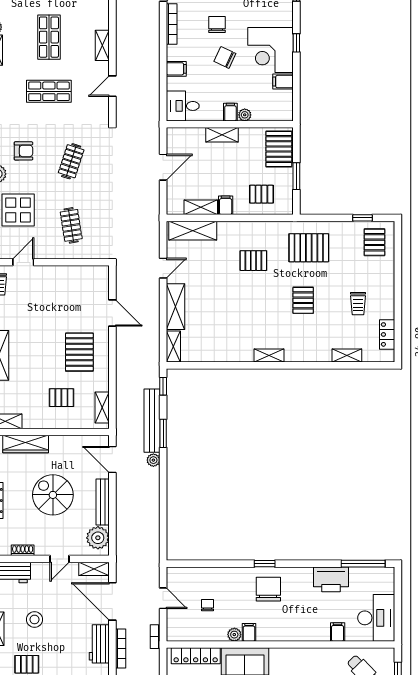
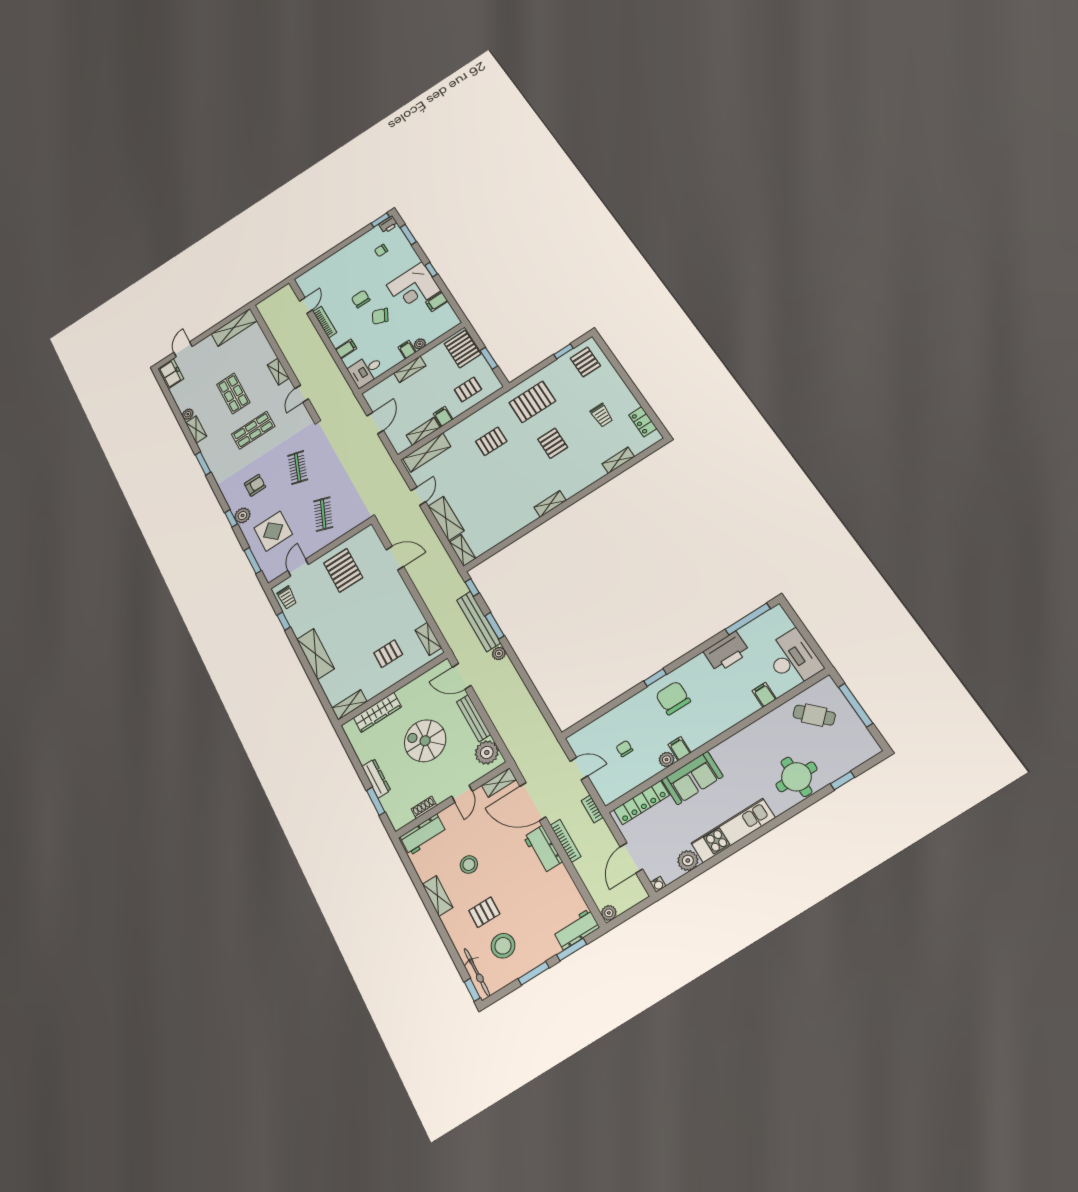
clothes rail: (71, 225) -> (323, 514), turned 30
pallet: (79, 352) -> (343, 570), moved

